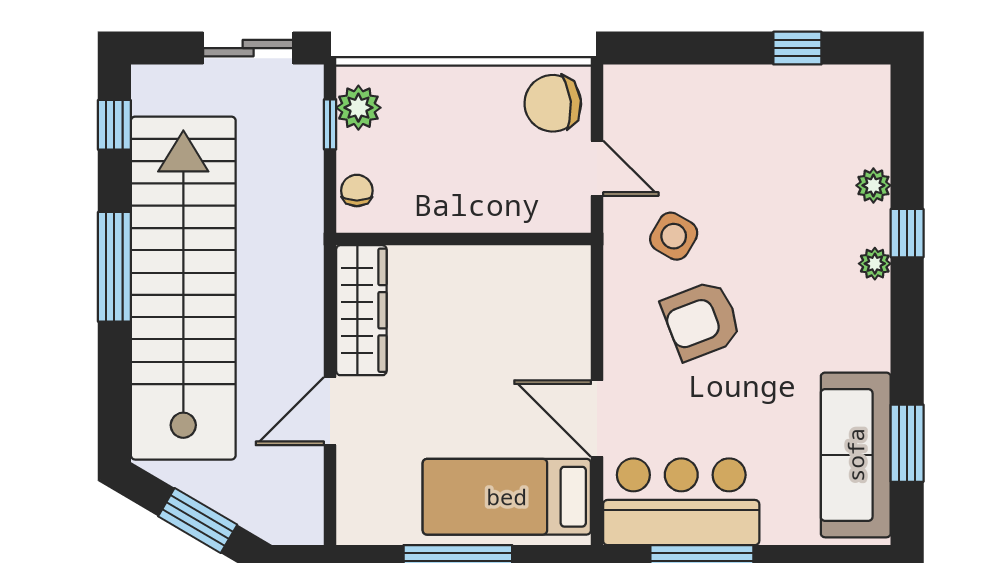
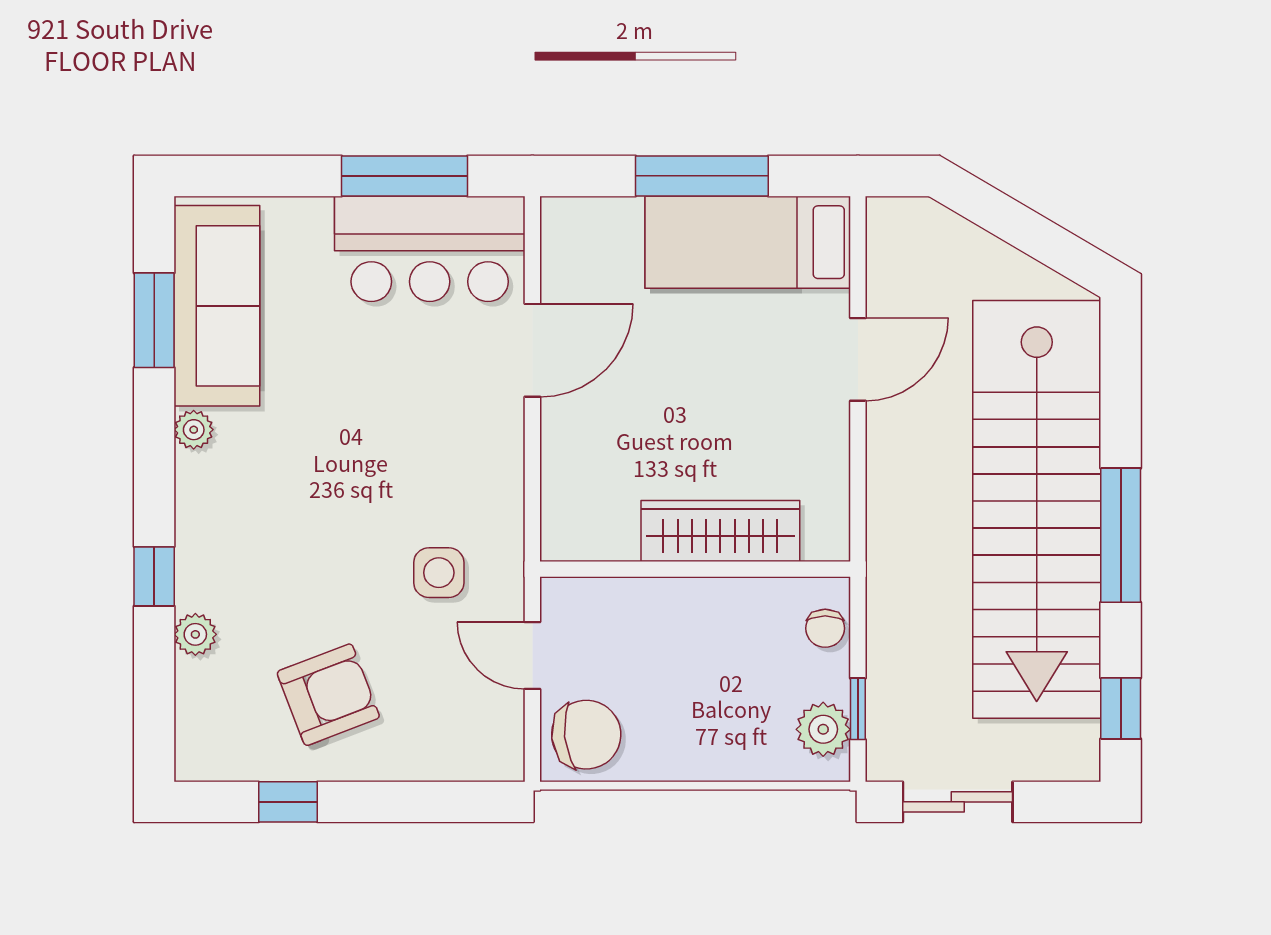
side table: (674, 236) -> (439, 573), turned -30
plant: (875, 264) -> (194, 430), moved
wardrobe: (361, 310) -> (720, 531), moved, turned 90
armchair: (702, 320) -> (328, 695), moved
door: (597, 419) -> (532, 350), hinge flipped
bed: (507, 497) -> (748, 242), moved, turned 180
window: (198, 521) -> (1019, 226), removed

